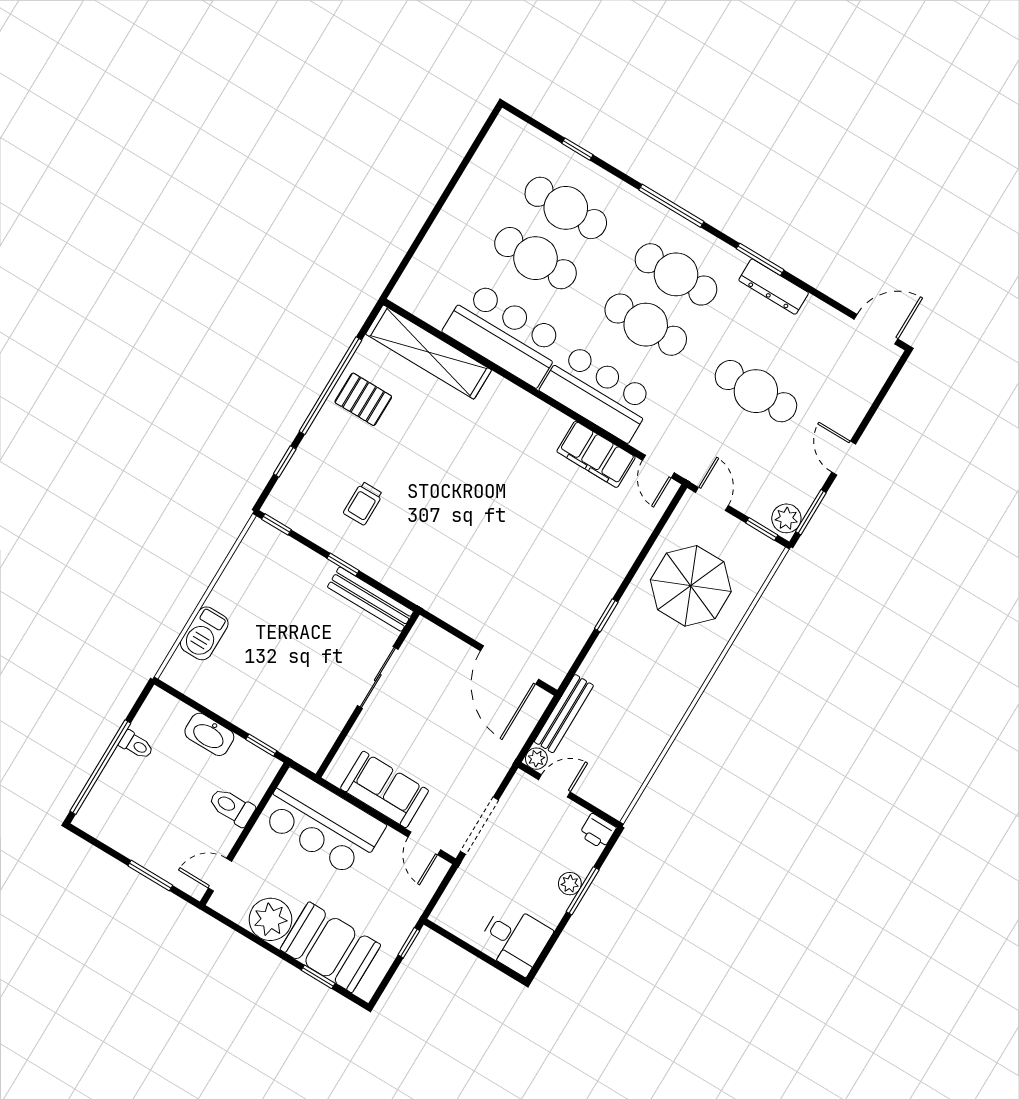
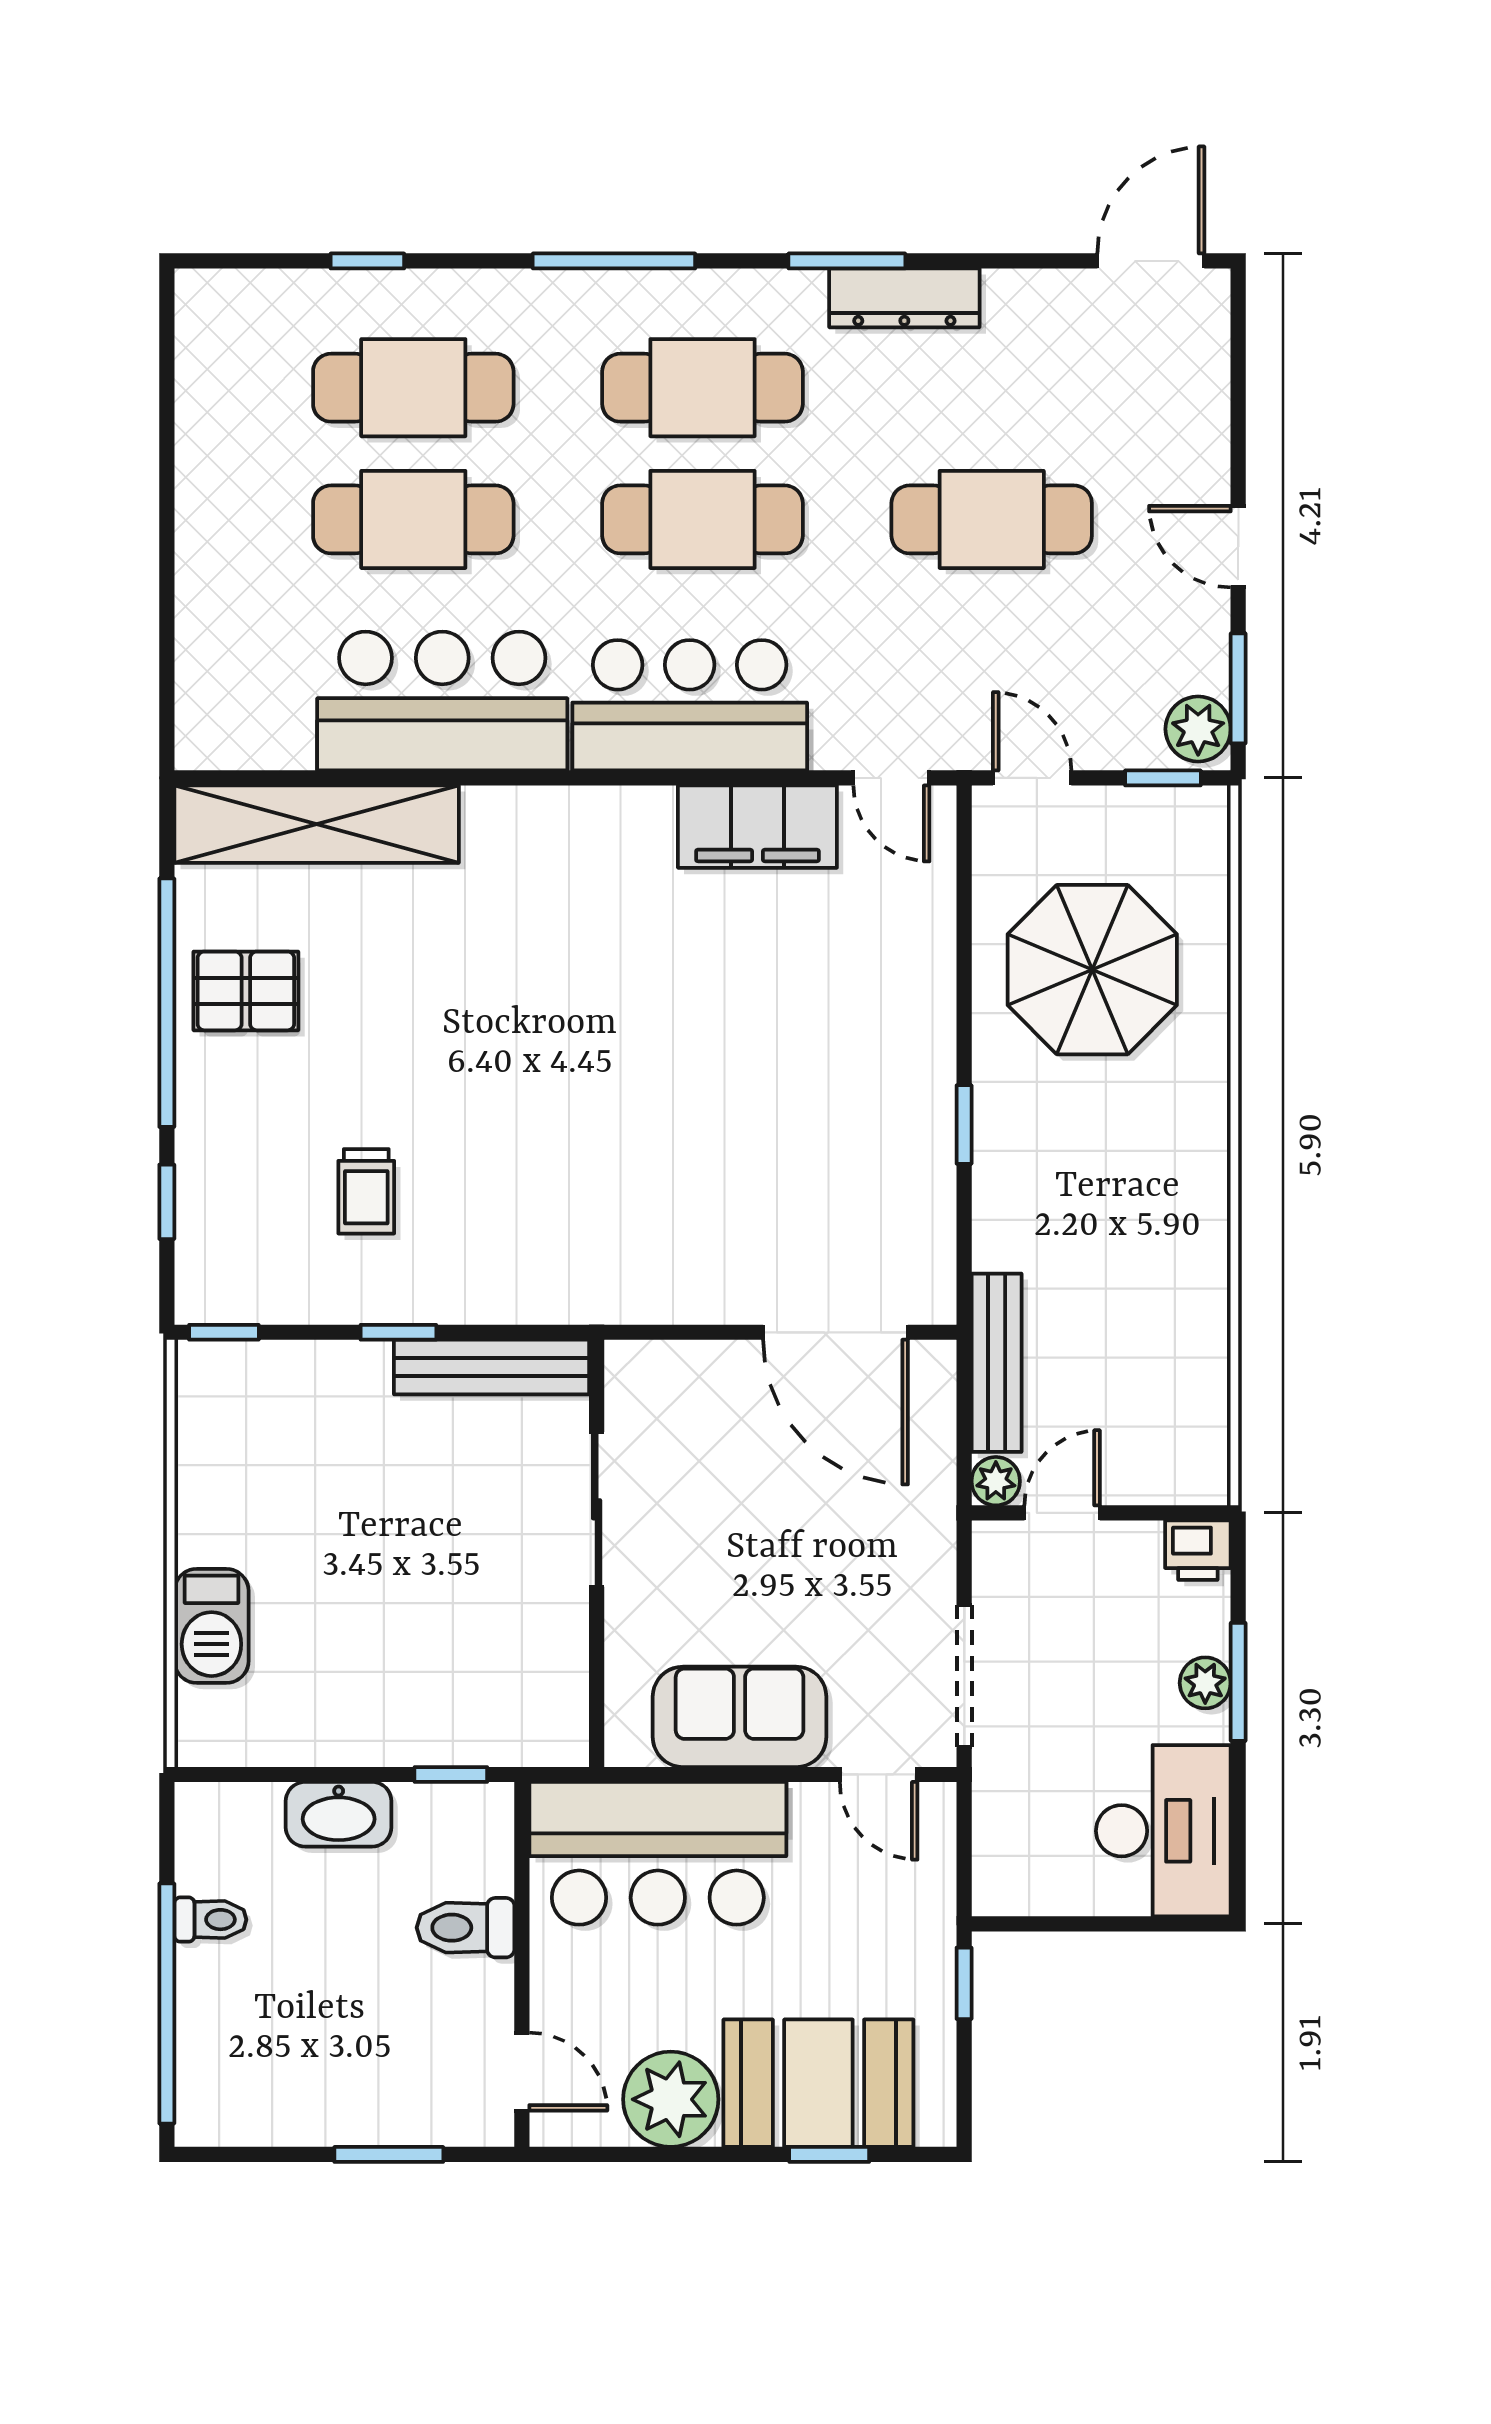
door: (220, 875) -> (522, 2072), swing flipped
desk: (515, 939) -> (1163, 1831), width x1.37

